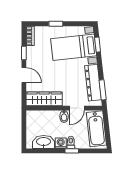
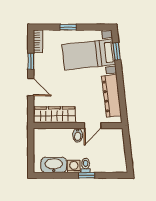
window: (103, 90) -> (123, 104), removed
bathtub: (96, 129) -> (115, 150), removed

